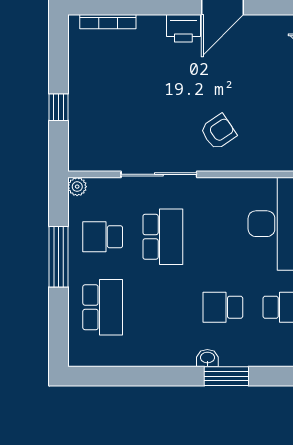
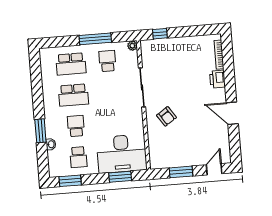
printer: (183, 28) -> (217, 79), moved
window: (58, 107) -> (160, 34), moved
school desk: (163, 237) -> (73, 95), moved
washbasin: (207, 358) -> (51, 144), moved

